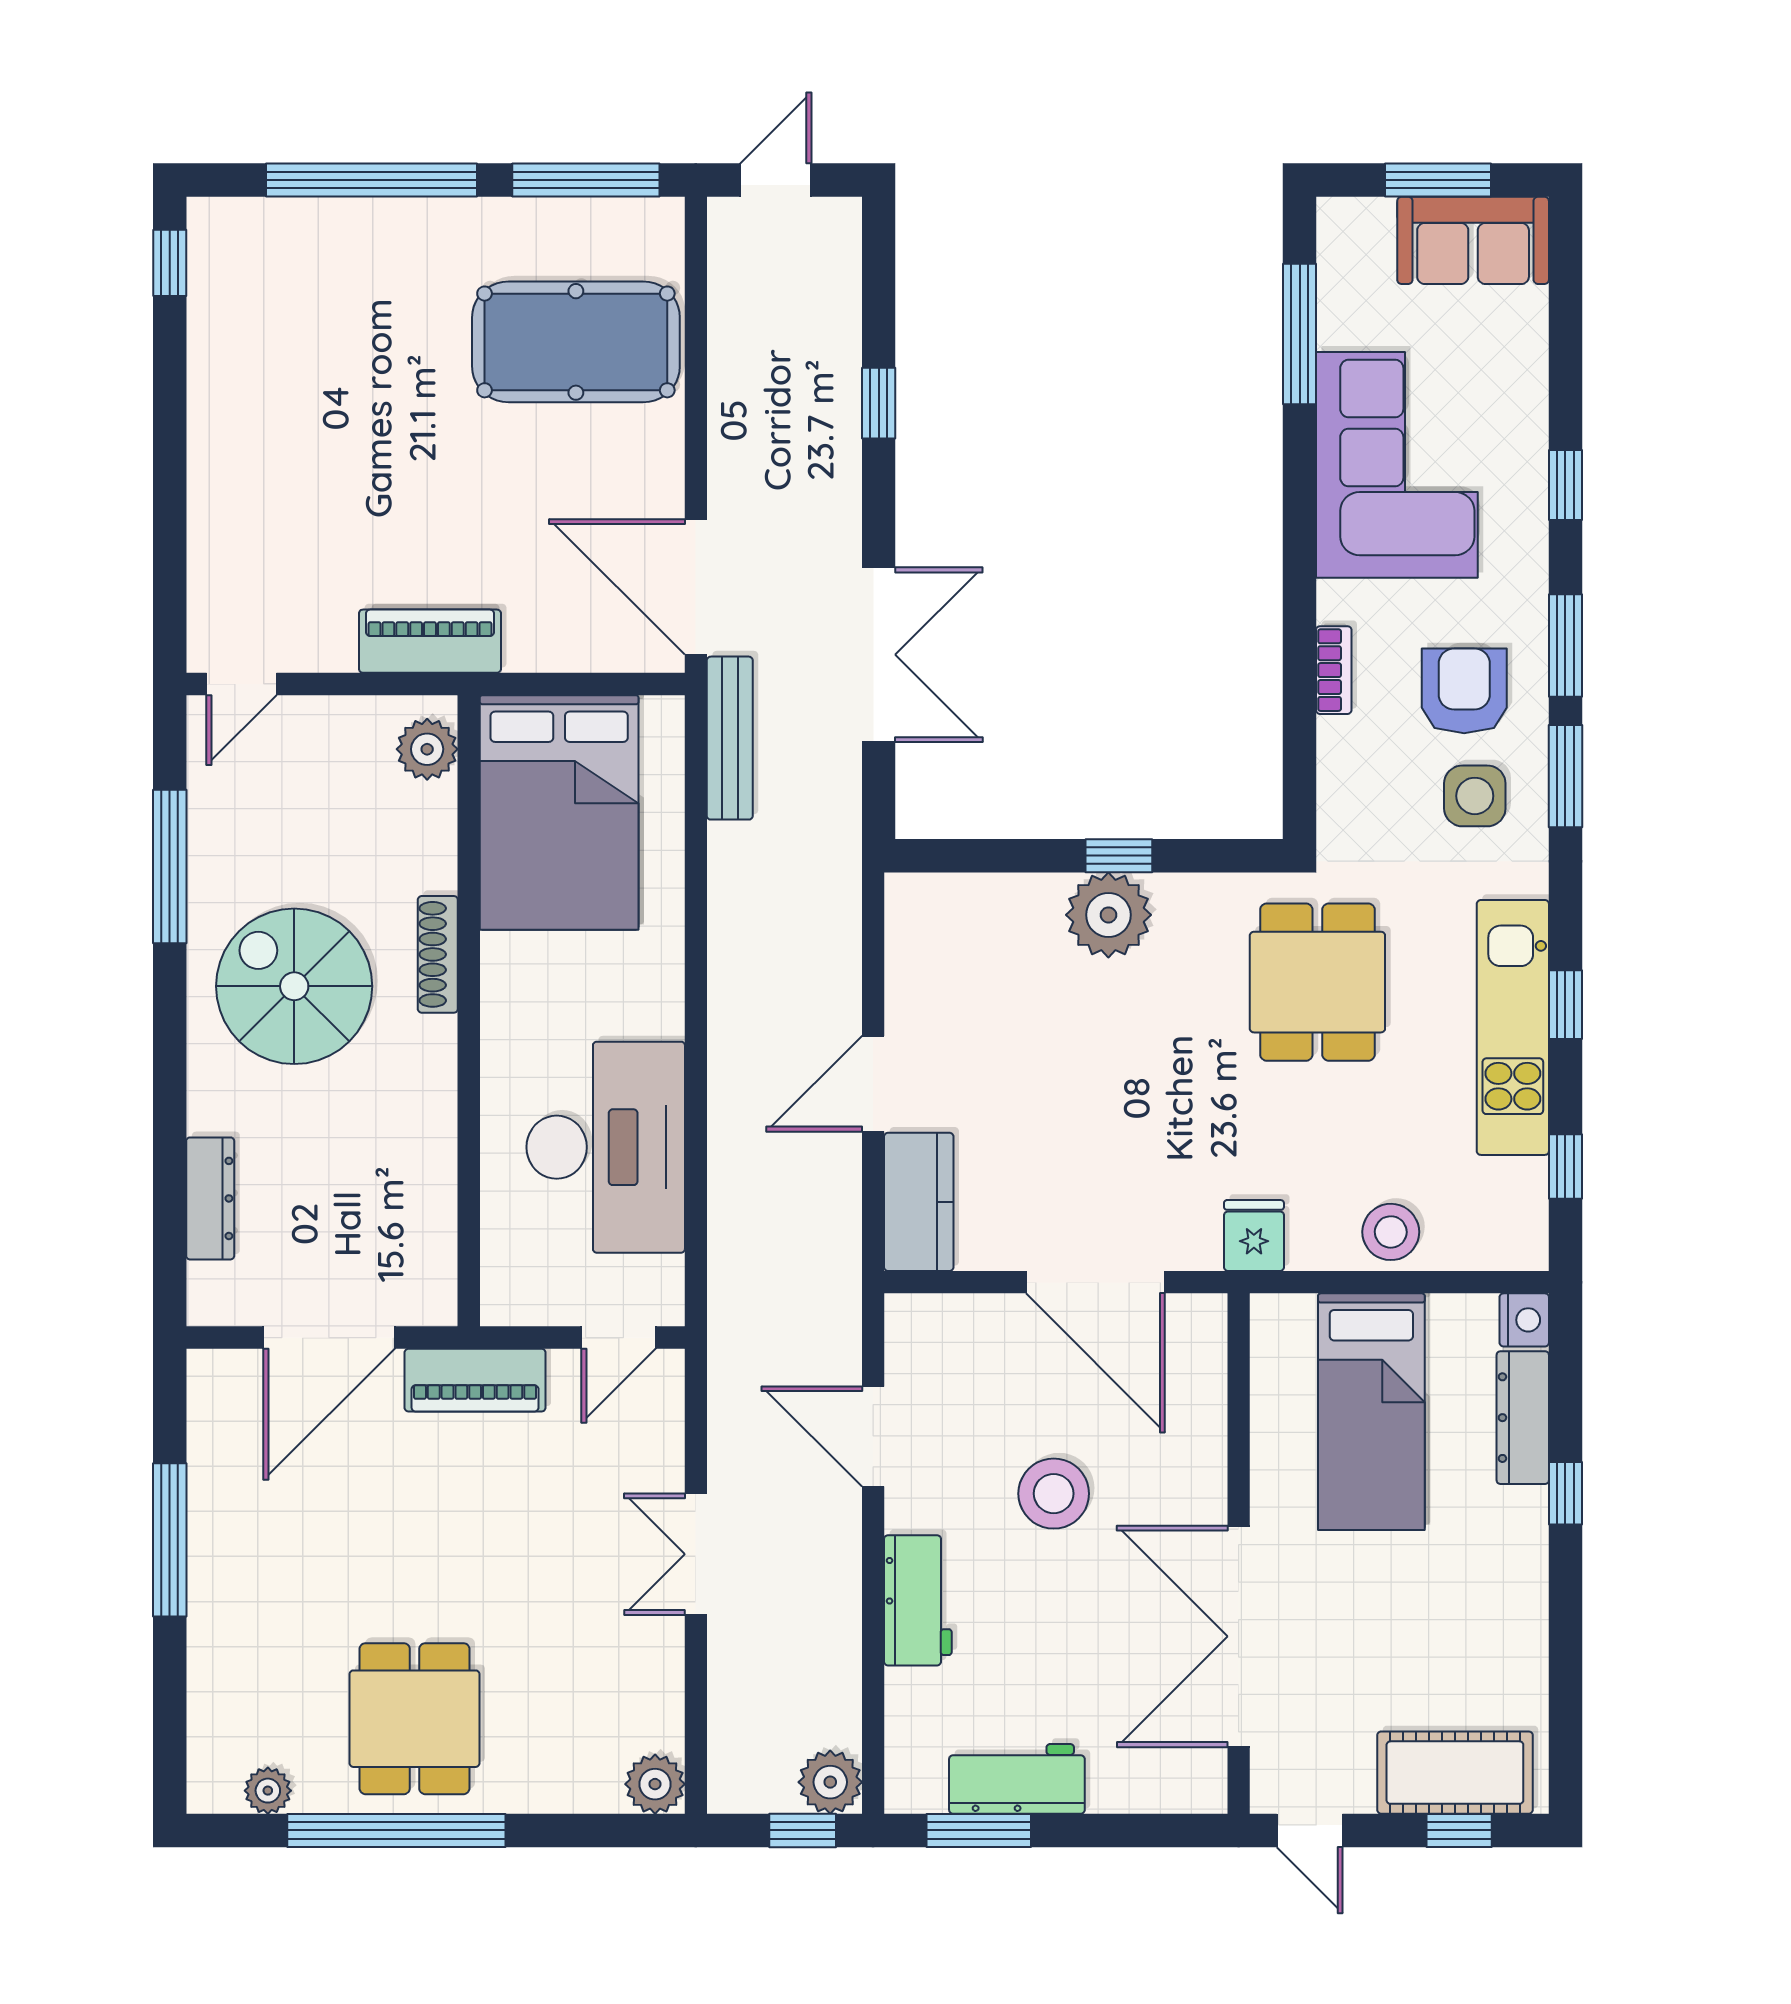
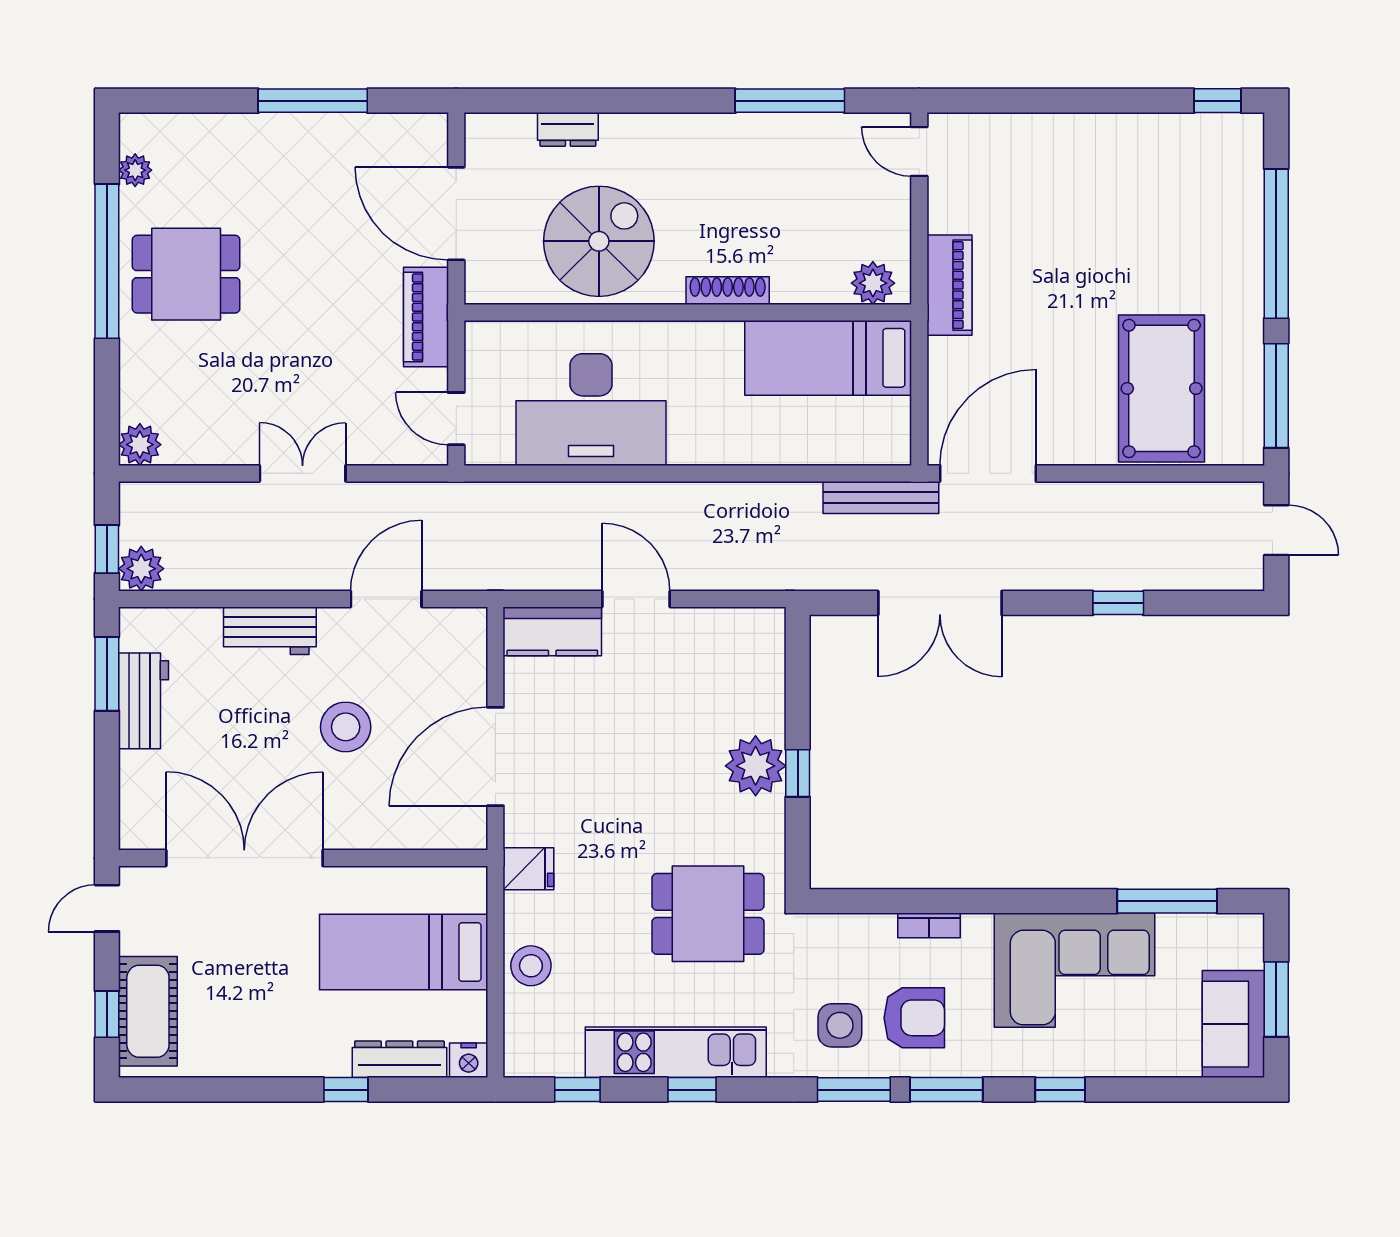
bed: (559, 813) -> (828, 358), width x0.67
spiral stairs: (294, 986) -> (599, 241), moved
dresser: (210, 1198) -> (568, 129), width x0.70

